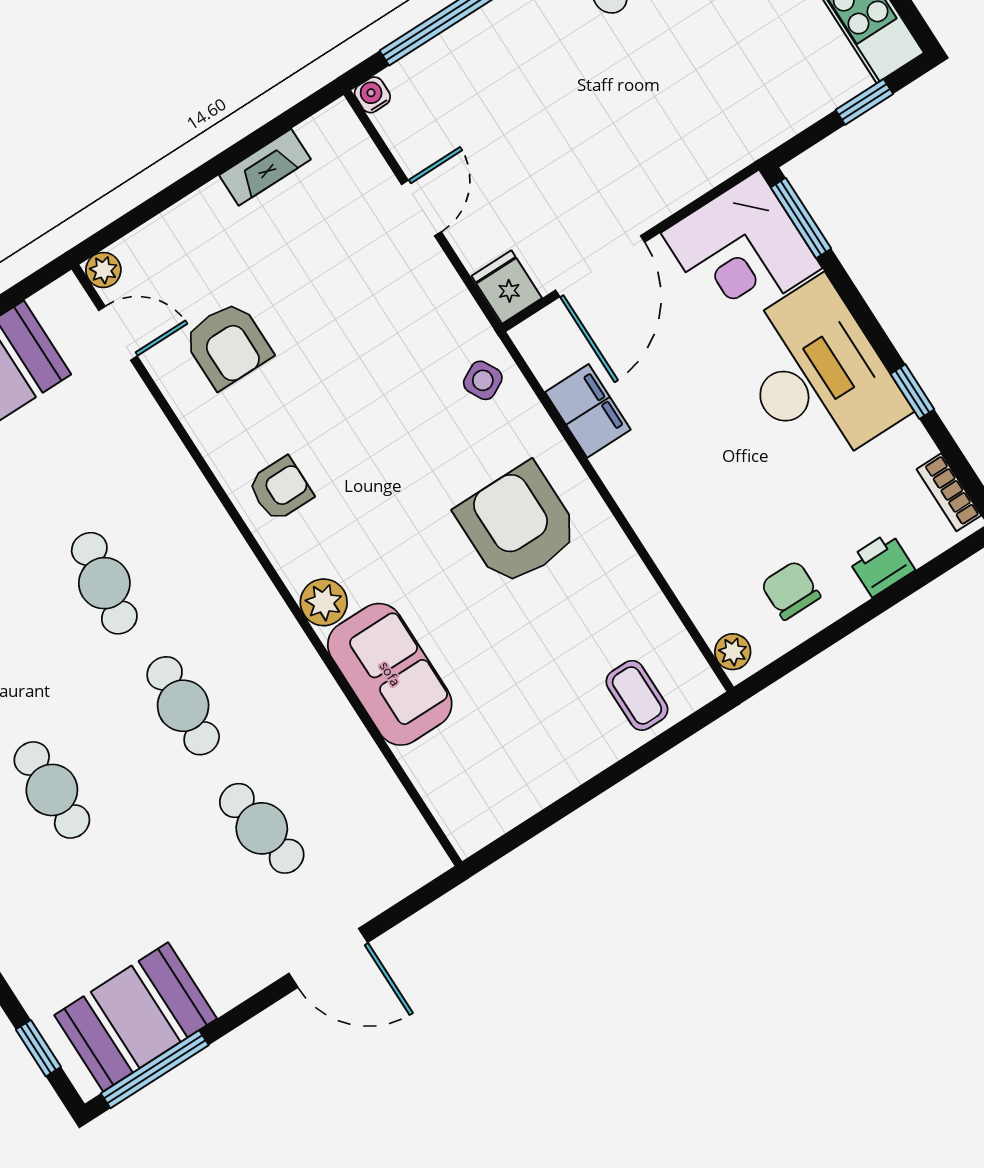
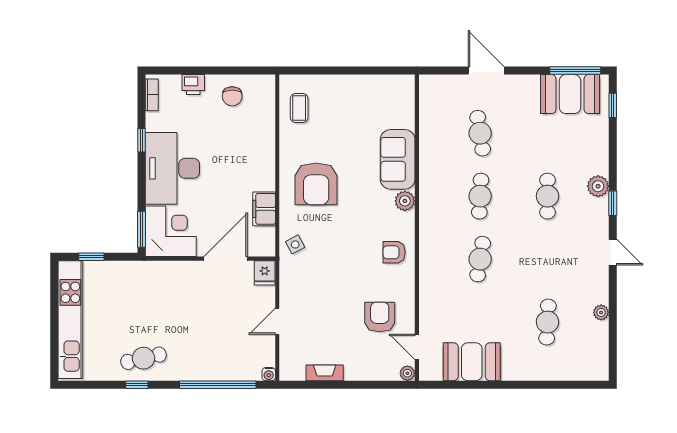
plant: (733, 652) -> (268, 87), removed
coffee table: (637, 695) -> (299, 108), moved

